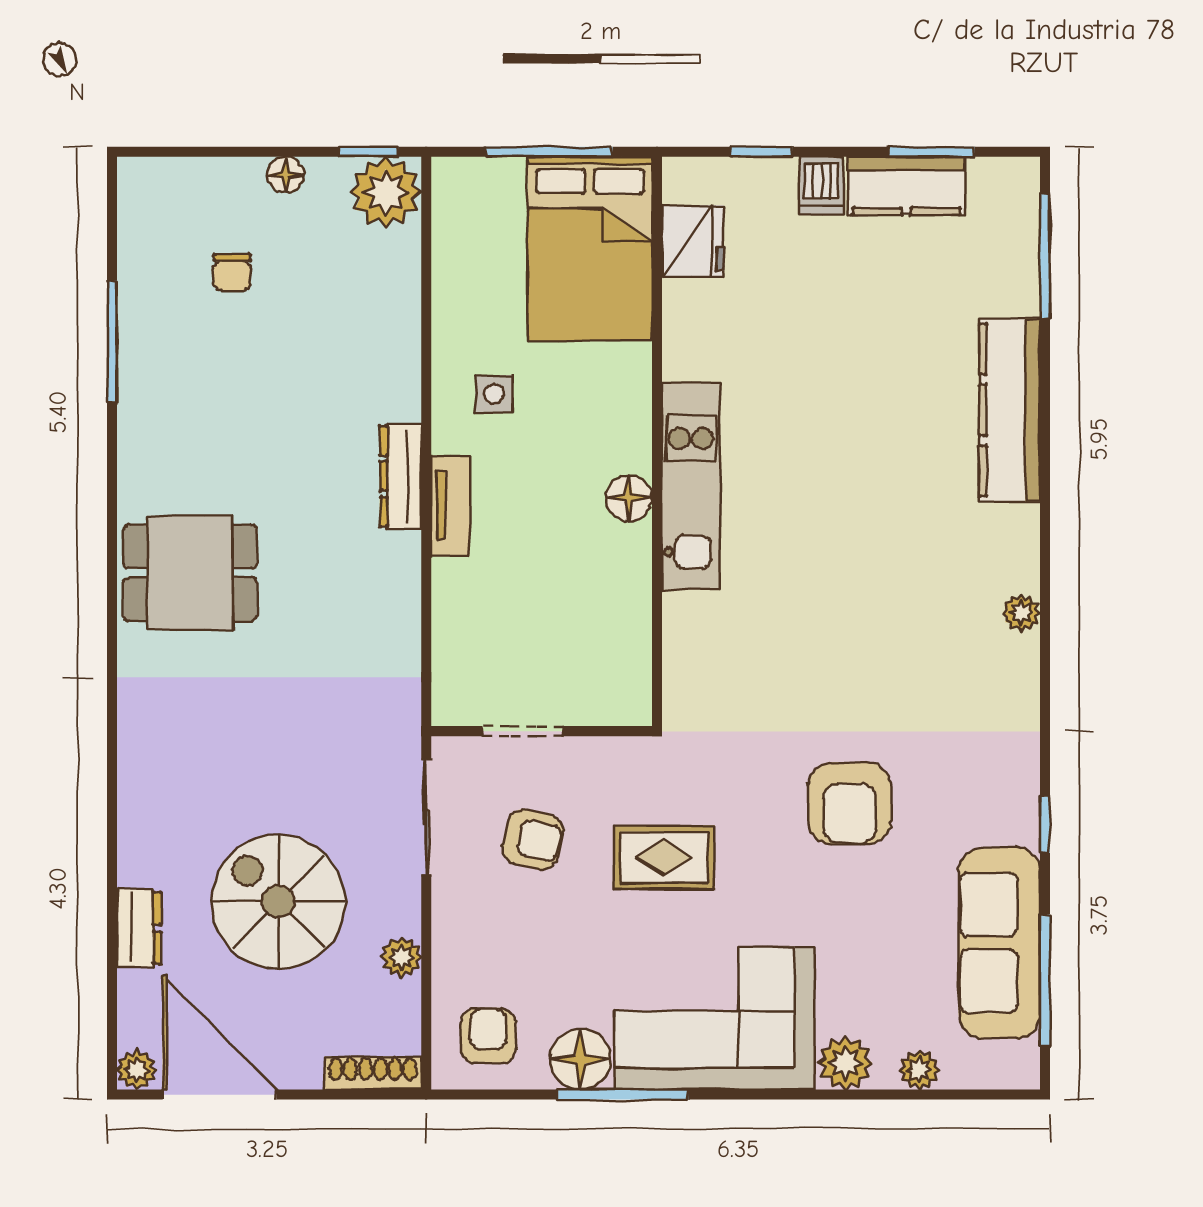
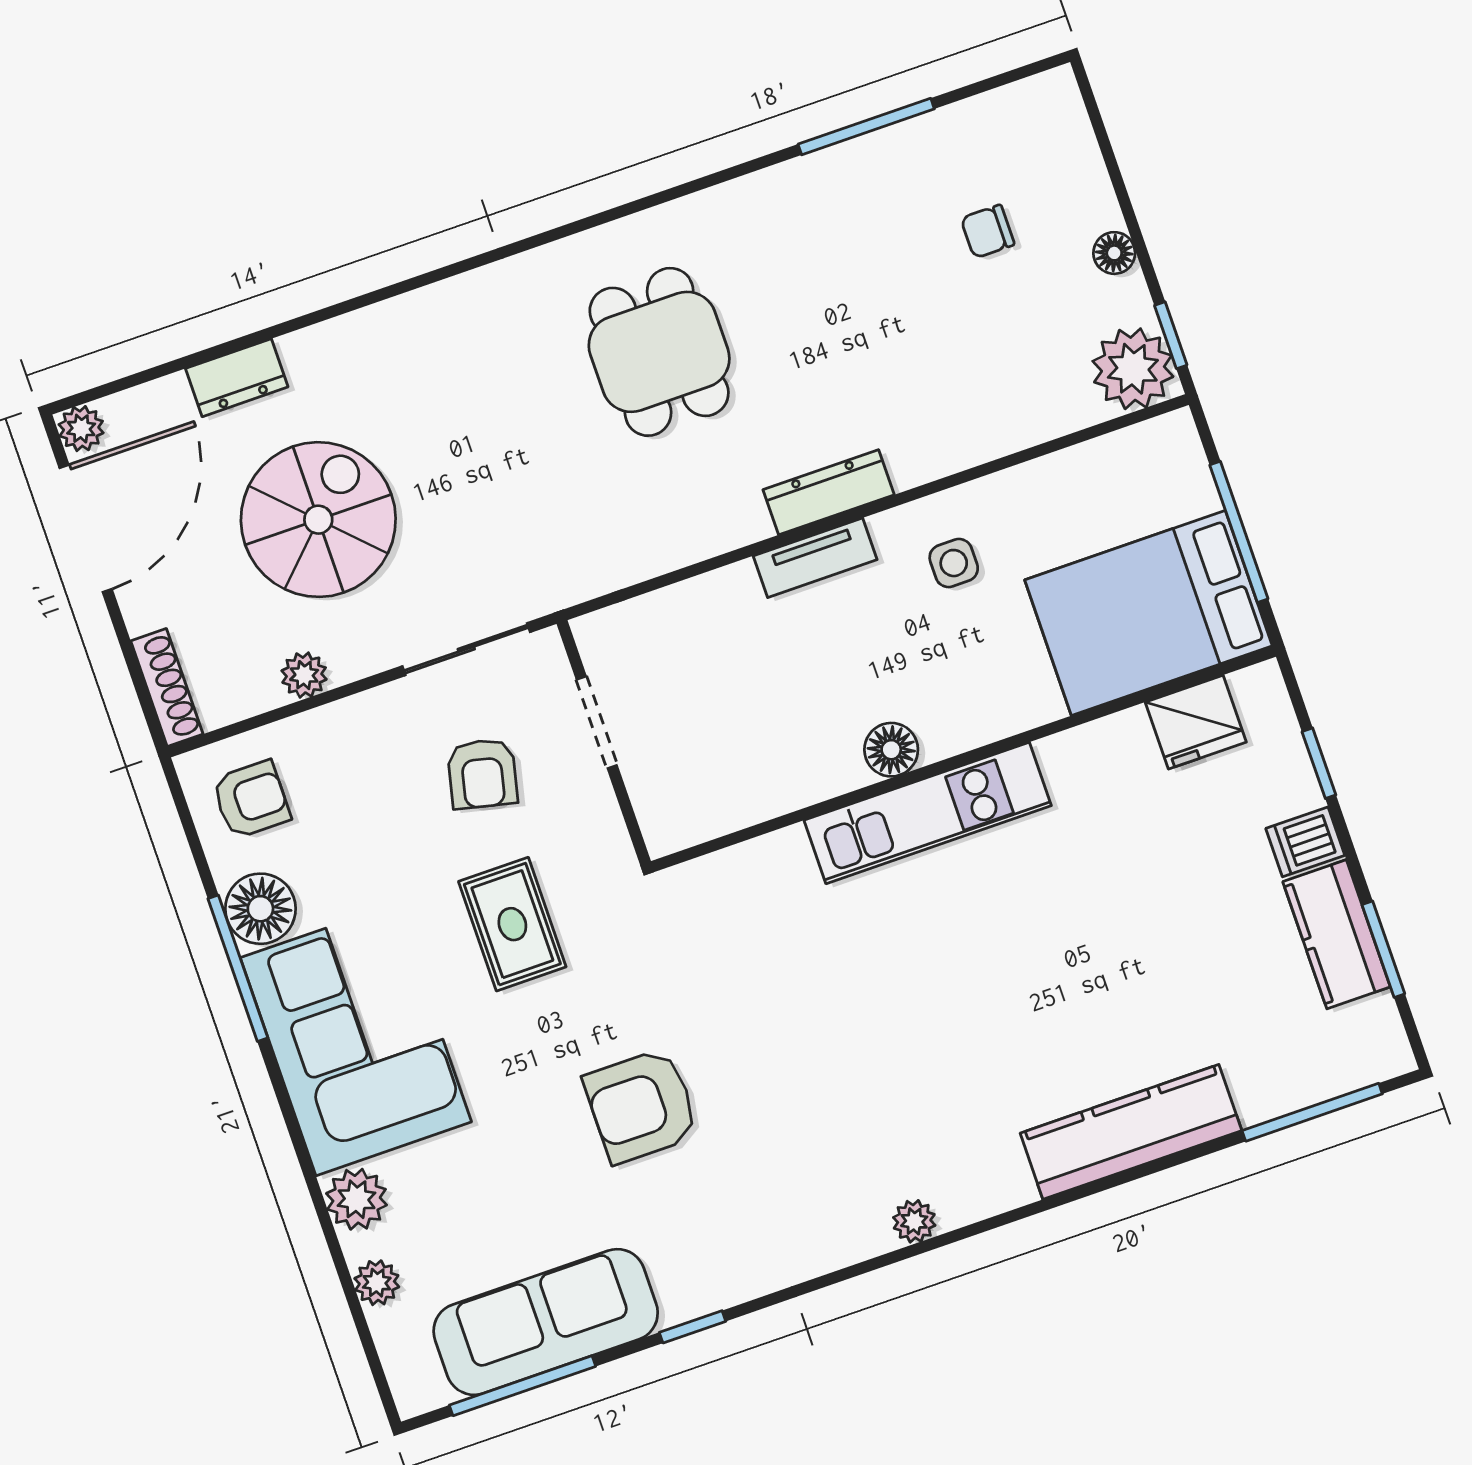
dining table: (190, 573) -> (659, 352), moved

